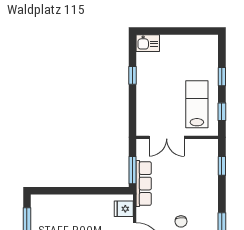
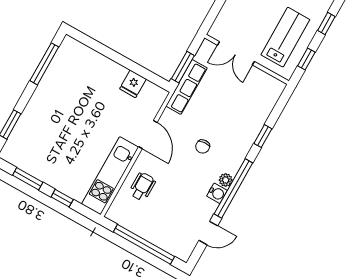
window: (222, 166) -> (263, 136), moved
fridge: (124, 209) -> (133, 84), moved, turned -90

